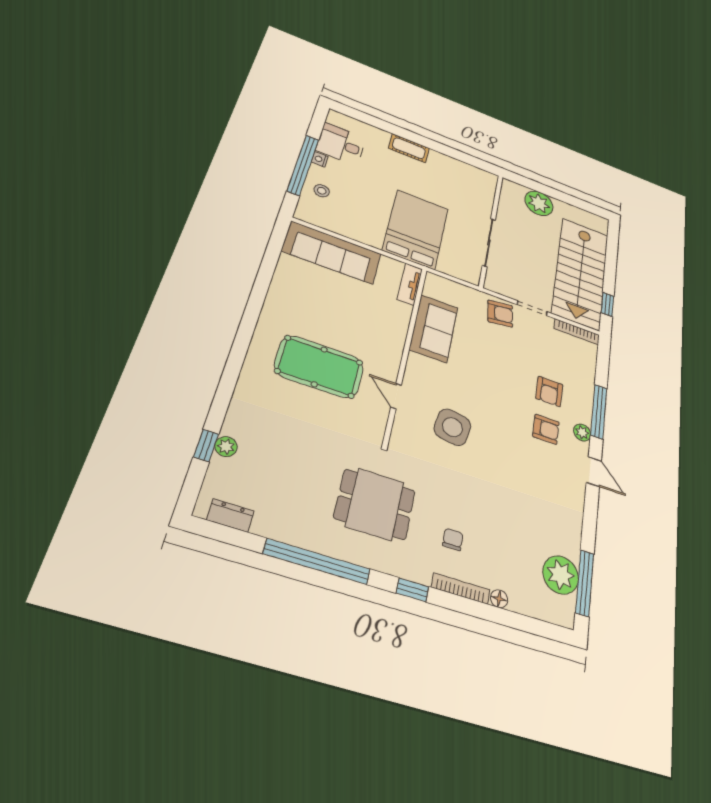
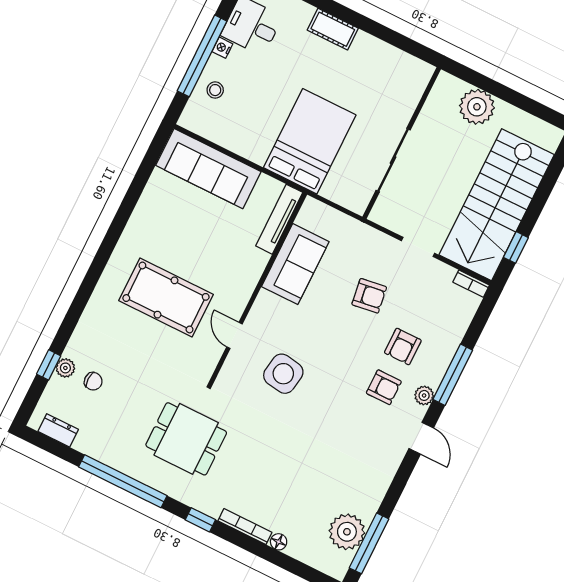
tv unit: (410, 284) -> (279, 219), width x1.41
armchair: (500, 314) -> (369, 296), moved
bookcase: (577, 332) -> (471, 284), width x0.64
chair: (453, 539) -> (93, 381), moved, turned 90

